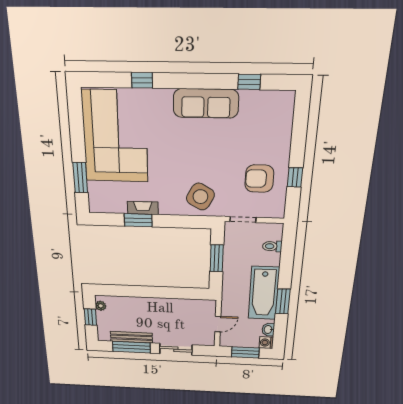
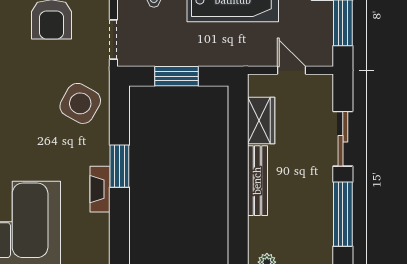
window: (138, 220) -> (119, 166), moved
wardrobe: (187, 306) -> (261, 120), added
bench: (131, 337) -> (257, 181), moved

